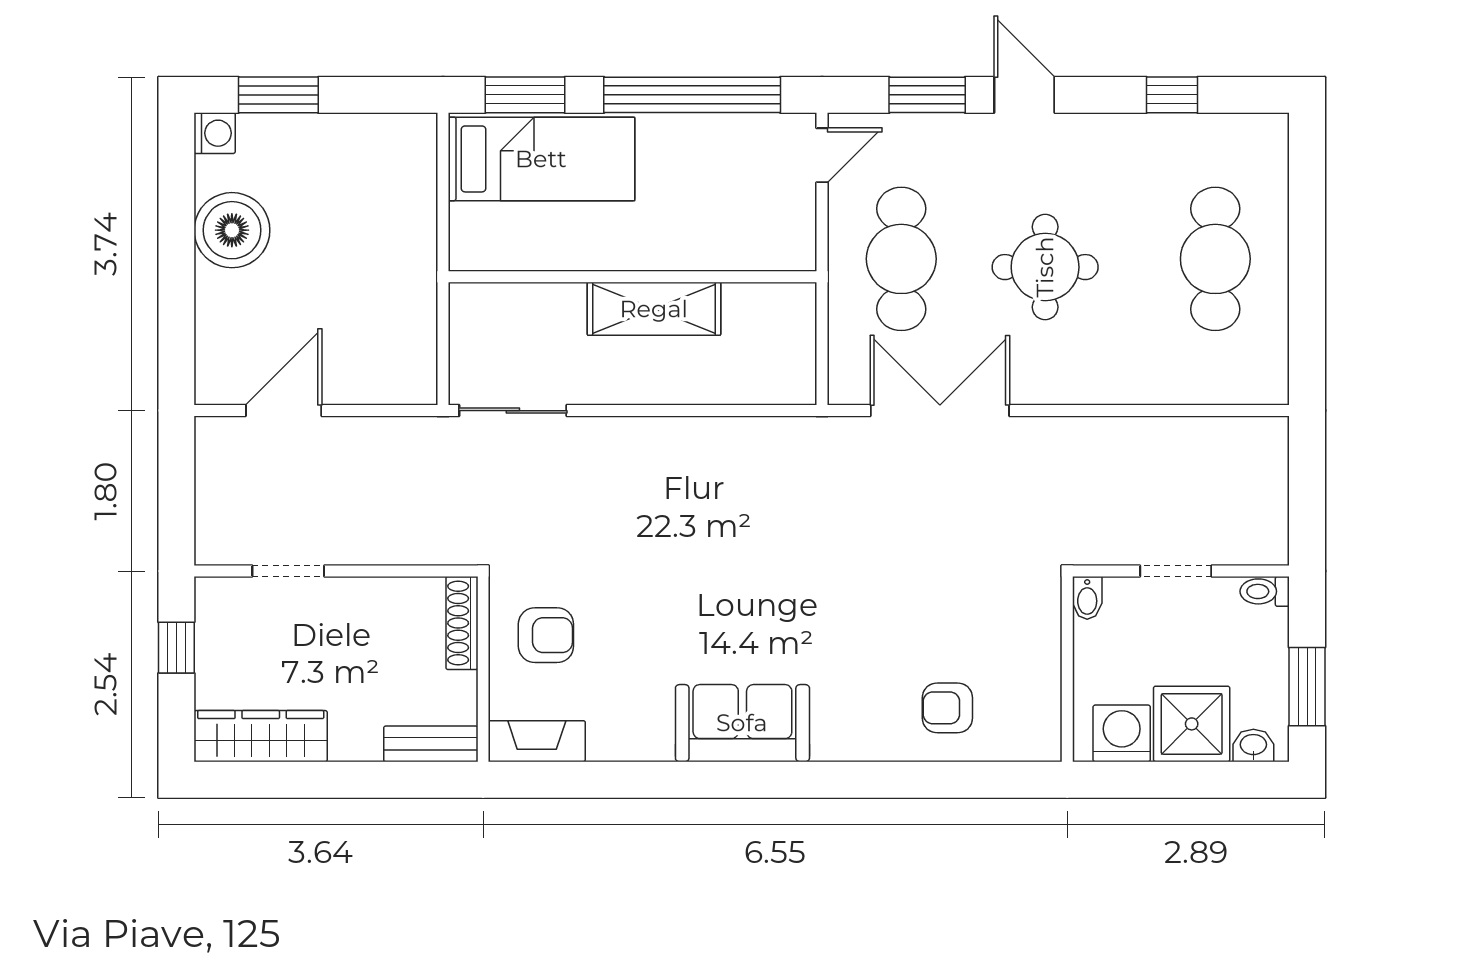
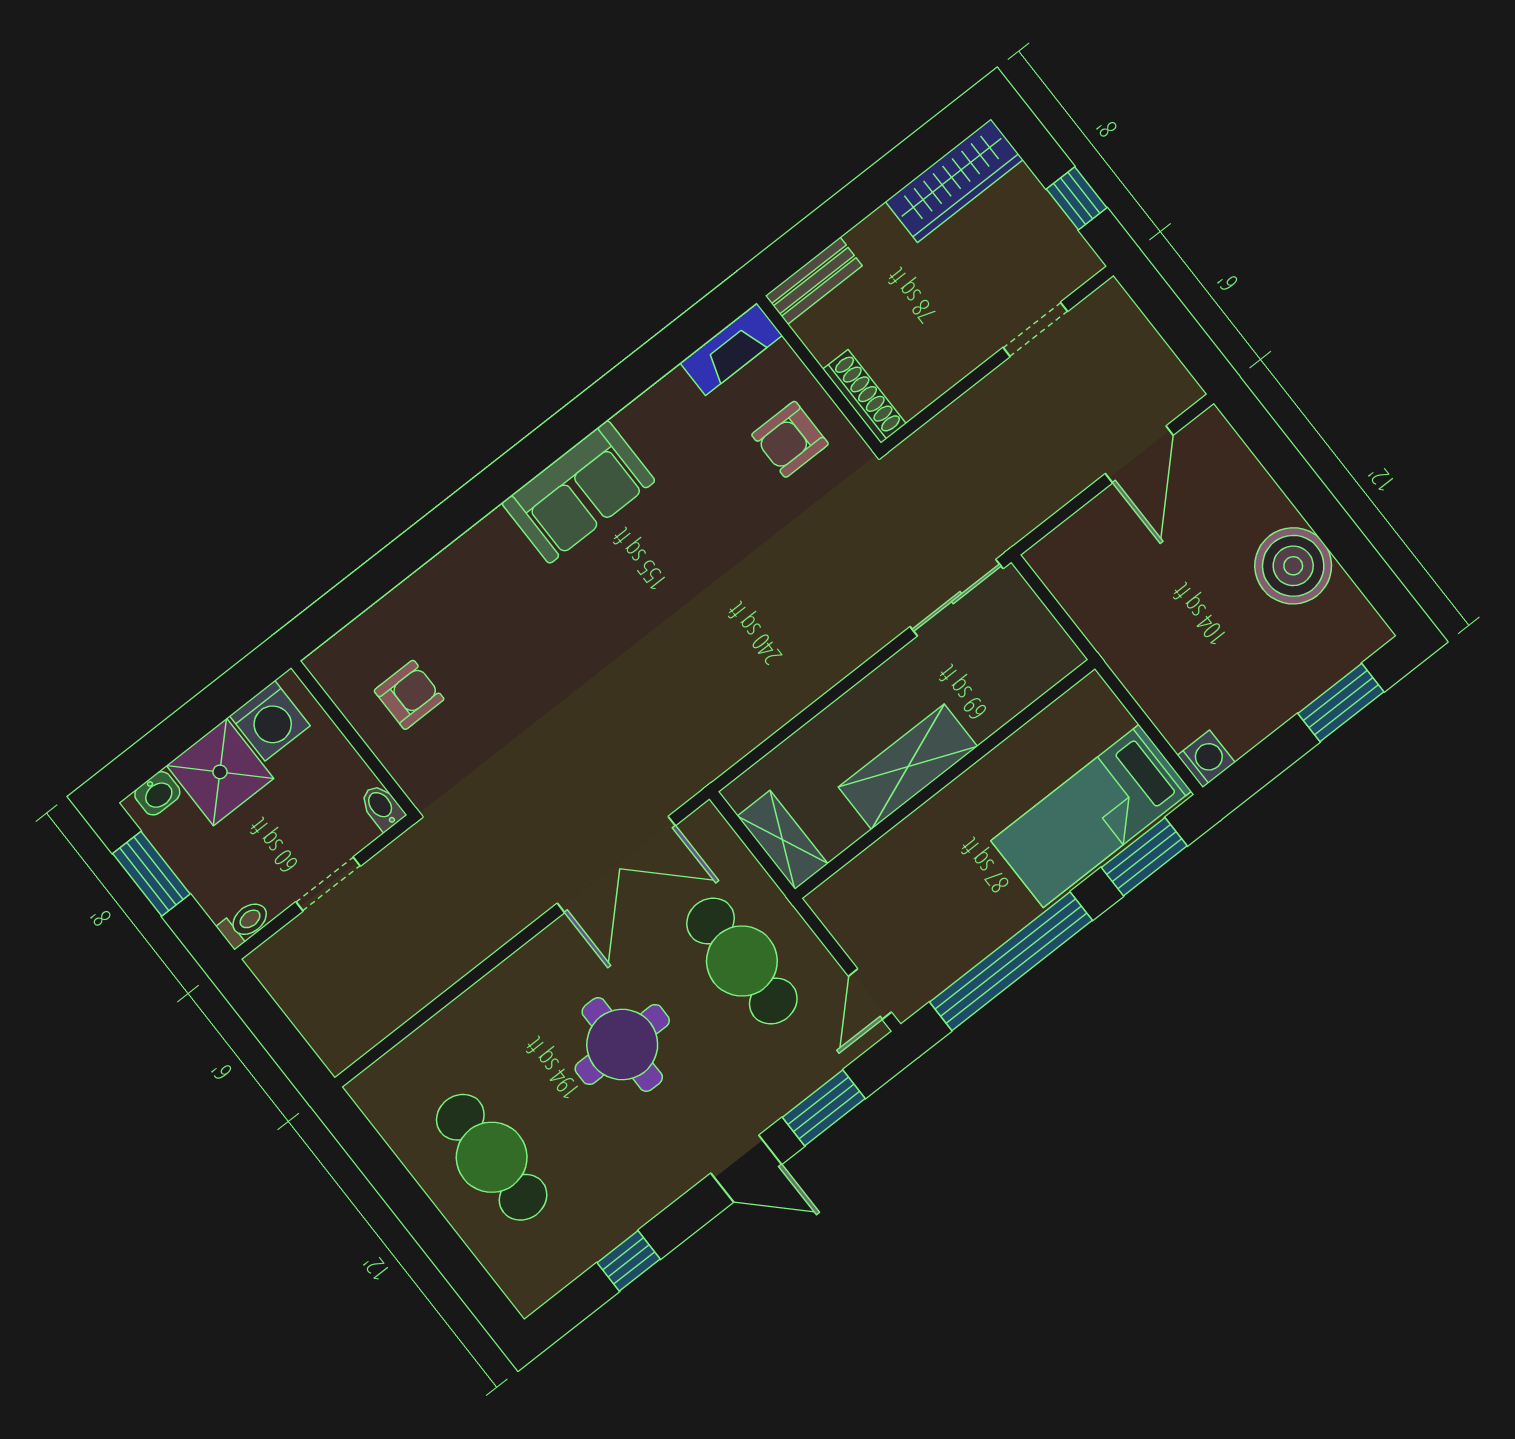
washing machine: (215, 133) -> (1206, 759), moved, turned 180
shelving: (796, 328) -> (783, 840), added
armchair: (947, 708) -> (409, 695), moved

